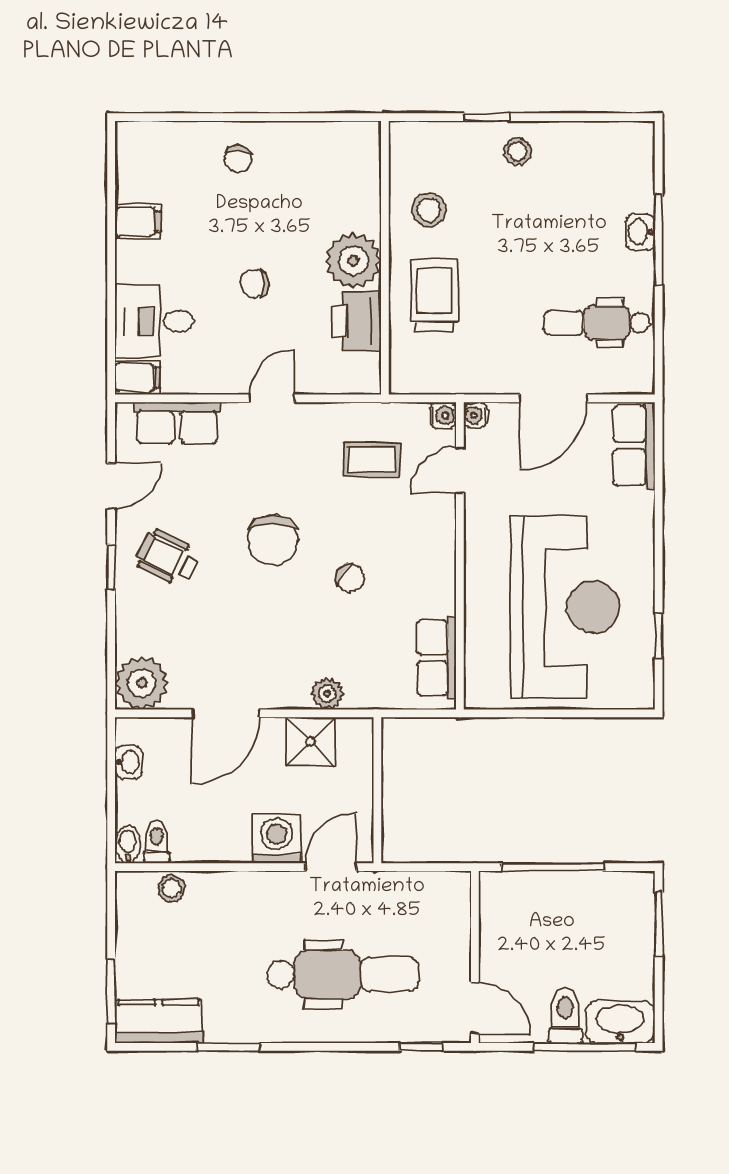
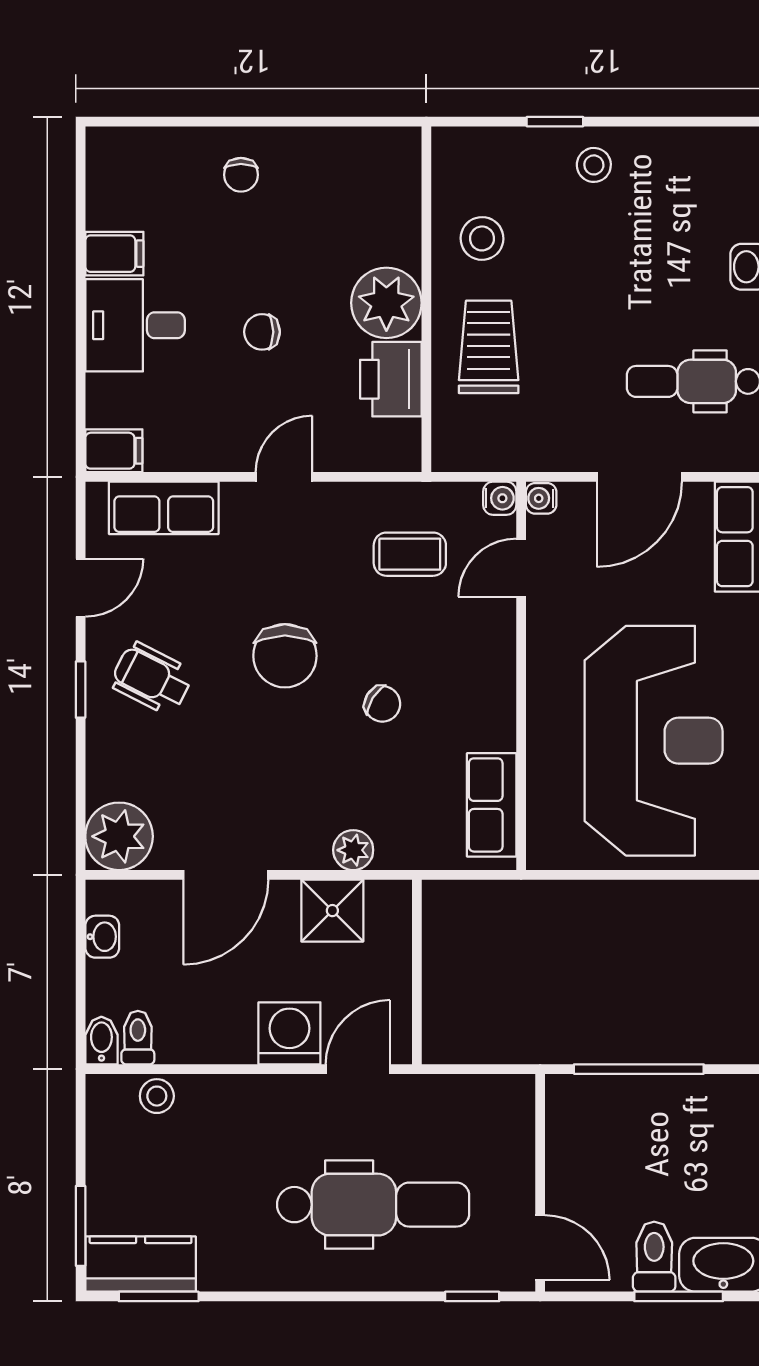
desk: (154, 321) -> (135, 325), moved
window: (228, 1047) -> (159, 1296), moved
window: (585, 1047) -> (679, 1296), width x0.69

